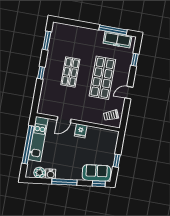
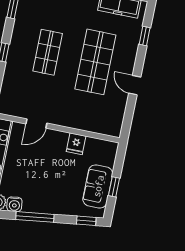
door: (129, 93) -> (135, 85), hinge flipped
trolley: (111, 115) -> (107, 118), removed
fridge: (81, 131) -> (76, 144), moved
sofa: (96, 173) -> (98, 186), moved, turned -83

